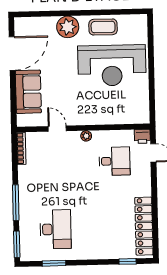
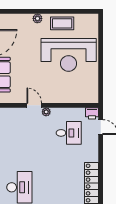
plant: (68, 27) -> (37, 18), width x0.53, depth x0.53
door: (57, 129) -> (34, 105), moved

